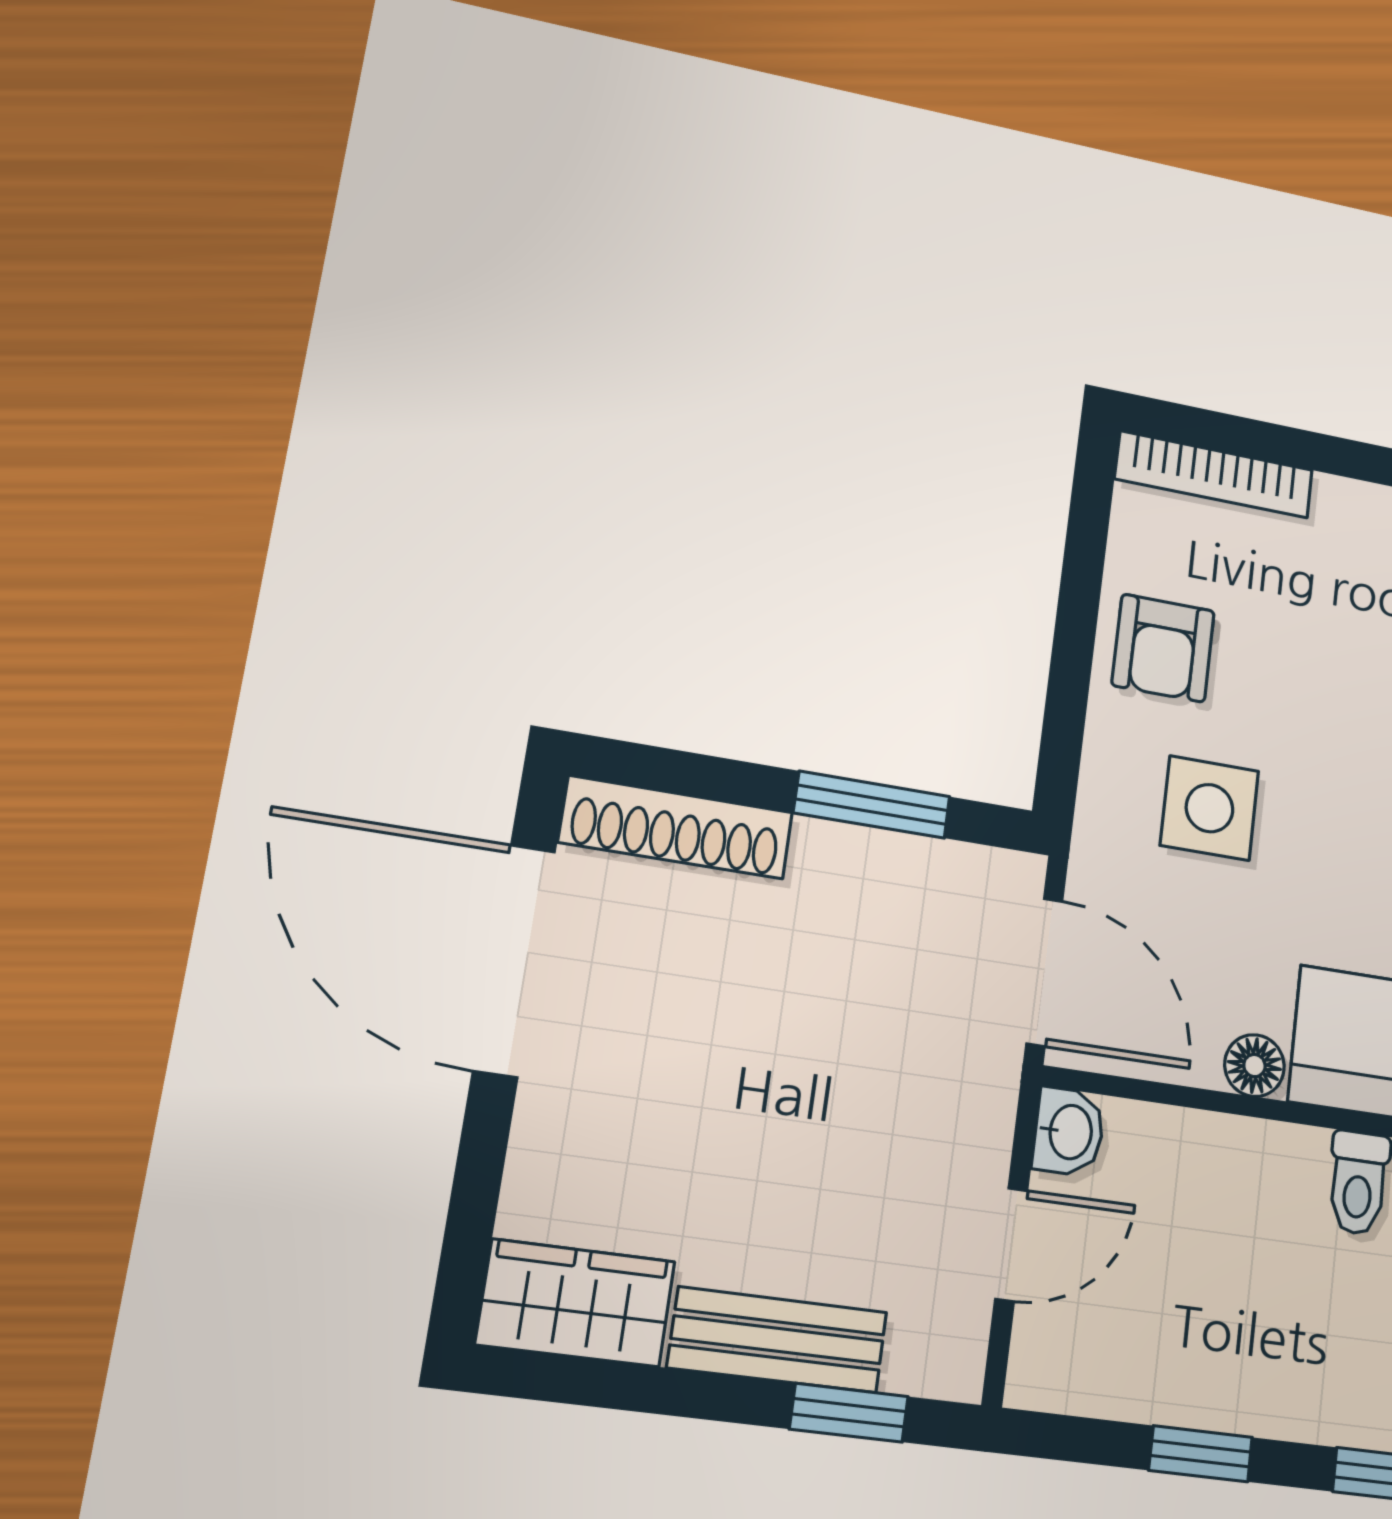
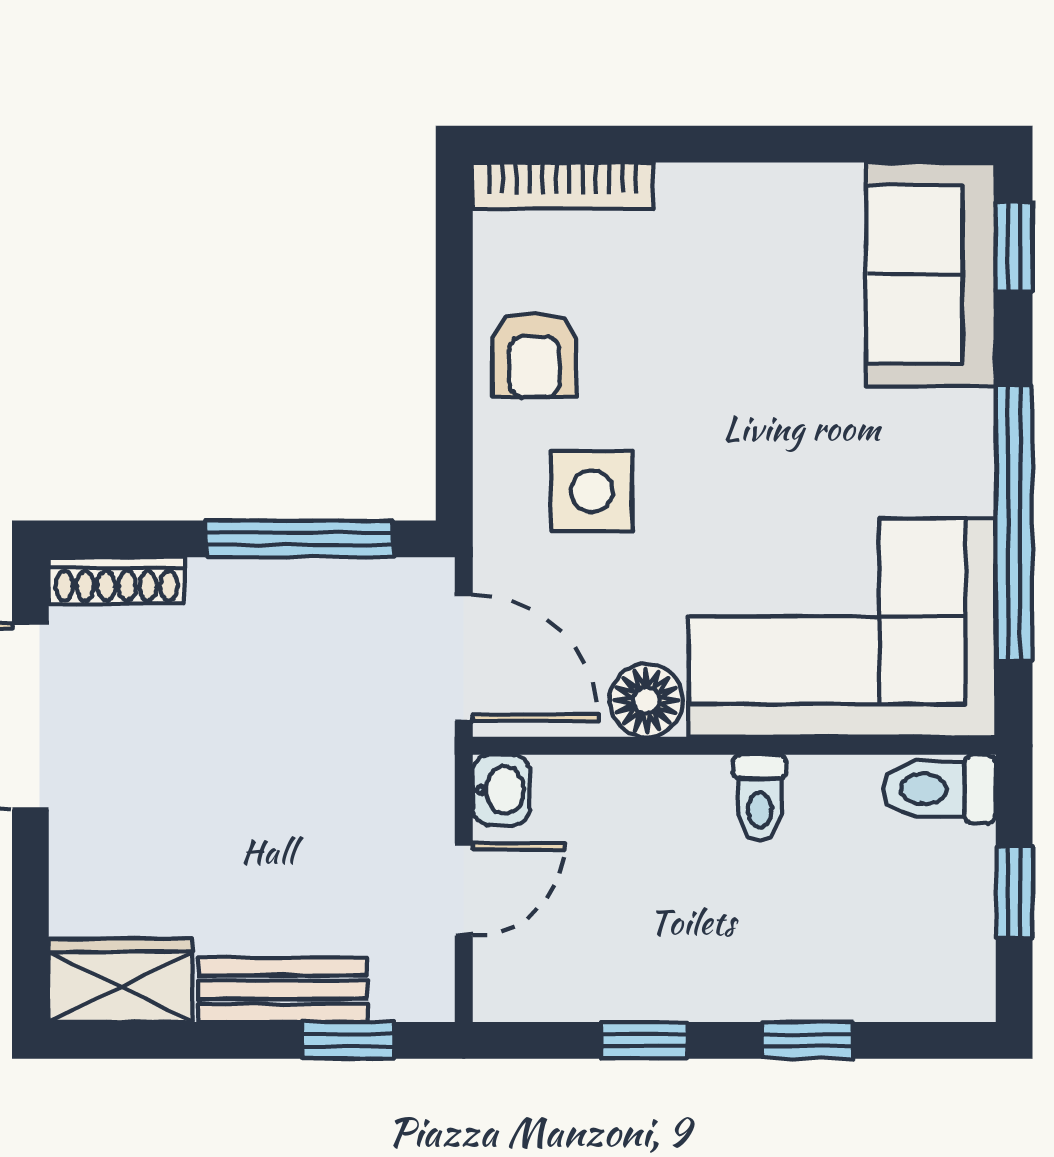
window: (872, 805) -> (299, 539), width x1.44
shoe rack: (676, 827) -> (117, 580), width x0.74, depth x0.81
floor lamp: (1254, 1066) -> (646, 700), width x1.37, depth x1.37

